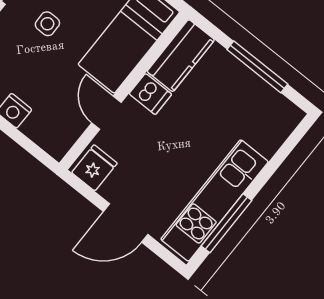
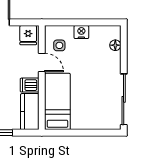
side table: (47, 24) -> (59, 45), moved

